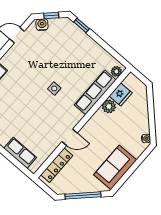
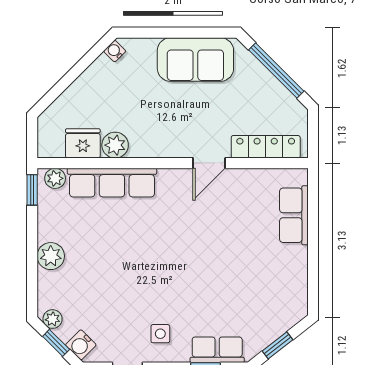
plant: (62, 22) -> (53, 319), added
window: (82, 25) -> (32, 190), moved
plant: (87, 43) -> (51, 256), added
side table: (54, 88) -> (160, 334), moved
door: (70, 137) -> (209, 163), swing flipped

